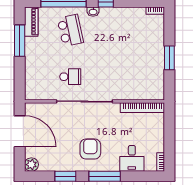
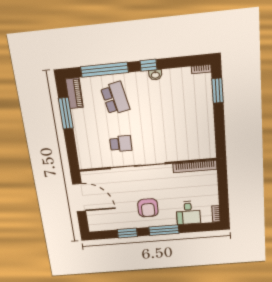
washbasin: (93, 12) -> (155, 75), moved
window: (169, 58) -> (217, 91), moved
armchair: (90, 149) -> (148, 208), turned 180
plant: (31, 165) -> (95, 225), removed

